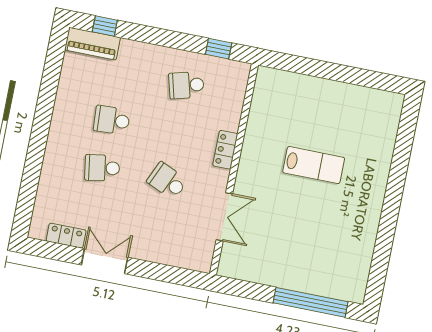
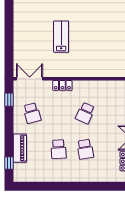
piano: (93, 44) -> (20, 148), moved
double door: (224, 217) -> (30, 79), moved

